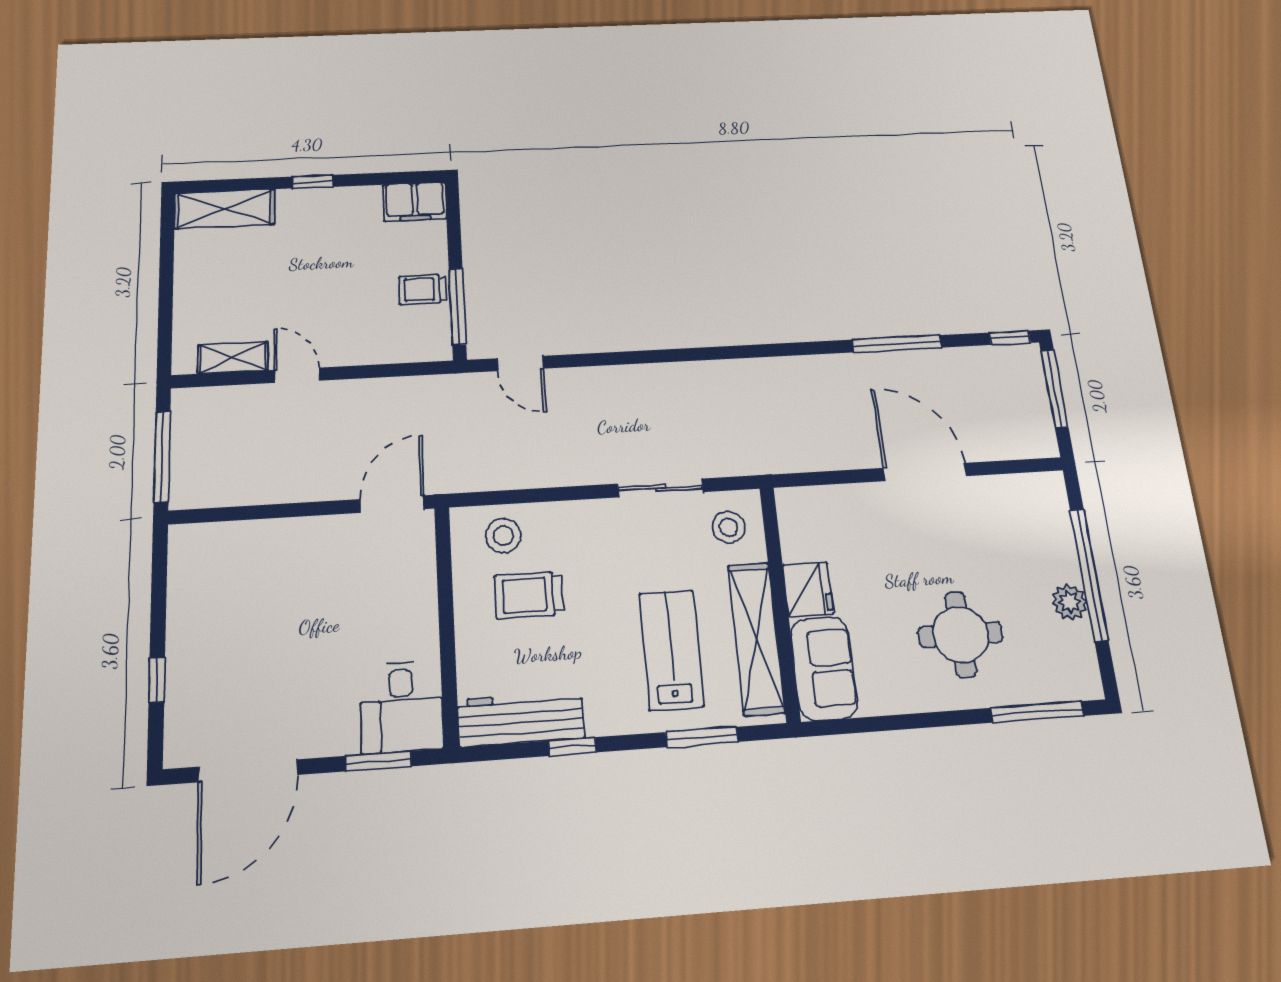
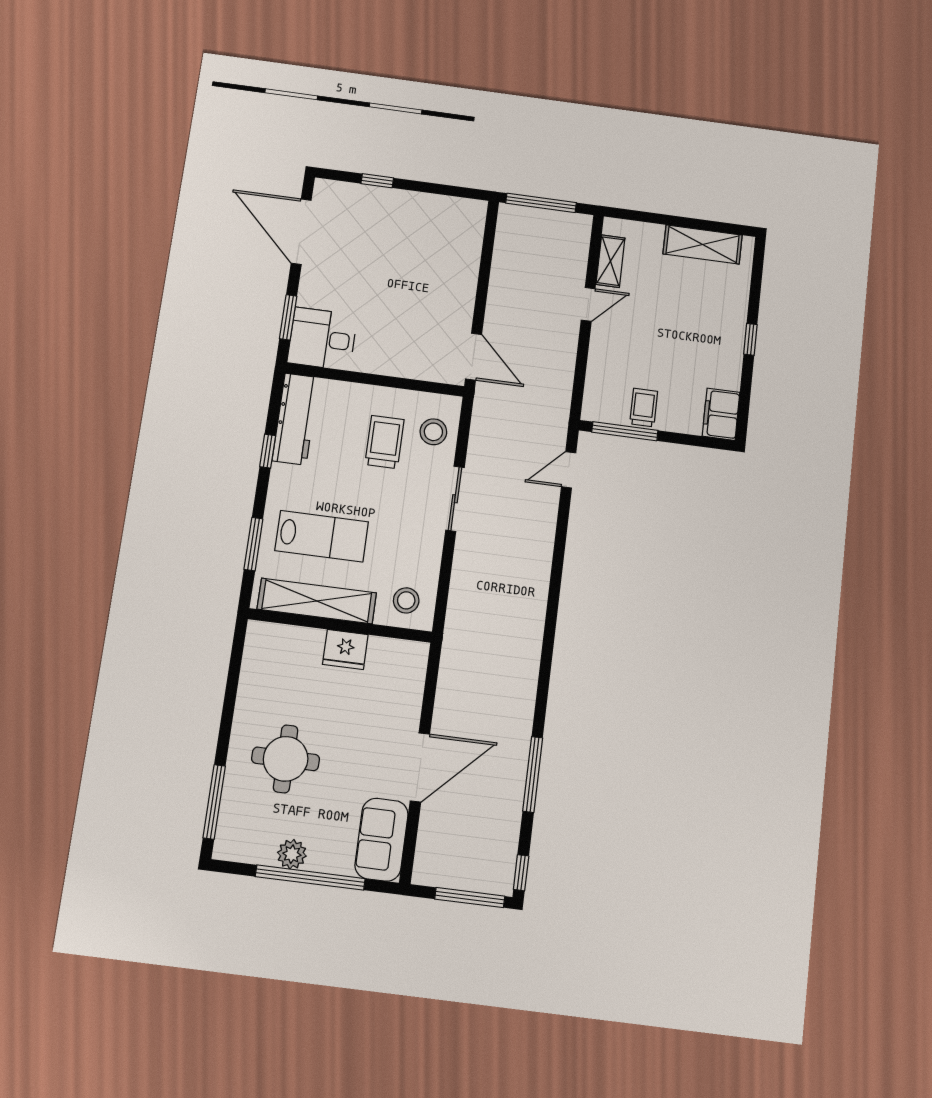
shelving: (225, 209) -> (703, 244), moved, turned 90
sliding door: (660, 488) -> (455, 499), moved
sofa: (824, 668) -> (382, 840), moved, turned 90

